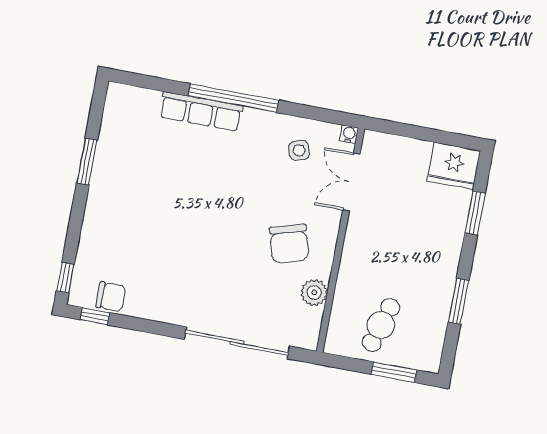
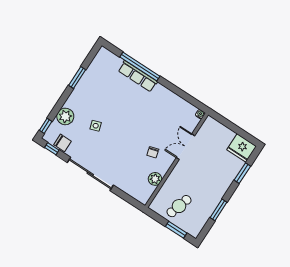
window: (233, 98) -> (140, 67), moved
side table: (299, 150) -> (96, 126), moved
double door: (351, 182) -> (186, 147), moved
plant: (95, 244) -> (65, 116), added
chair: (289, 244) -> (153, 152), width x0.54, depth x0.54
sliding door: (237, 343) -> (90, 174), moved

